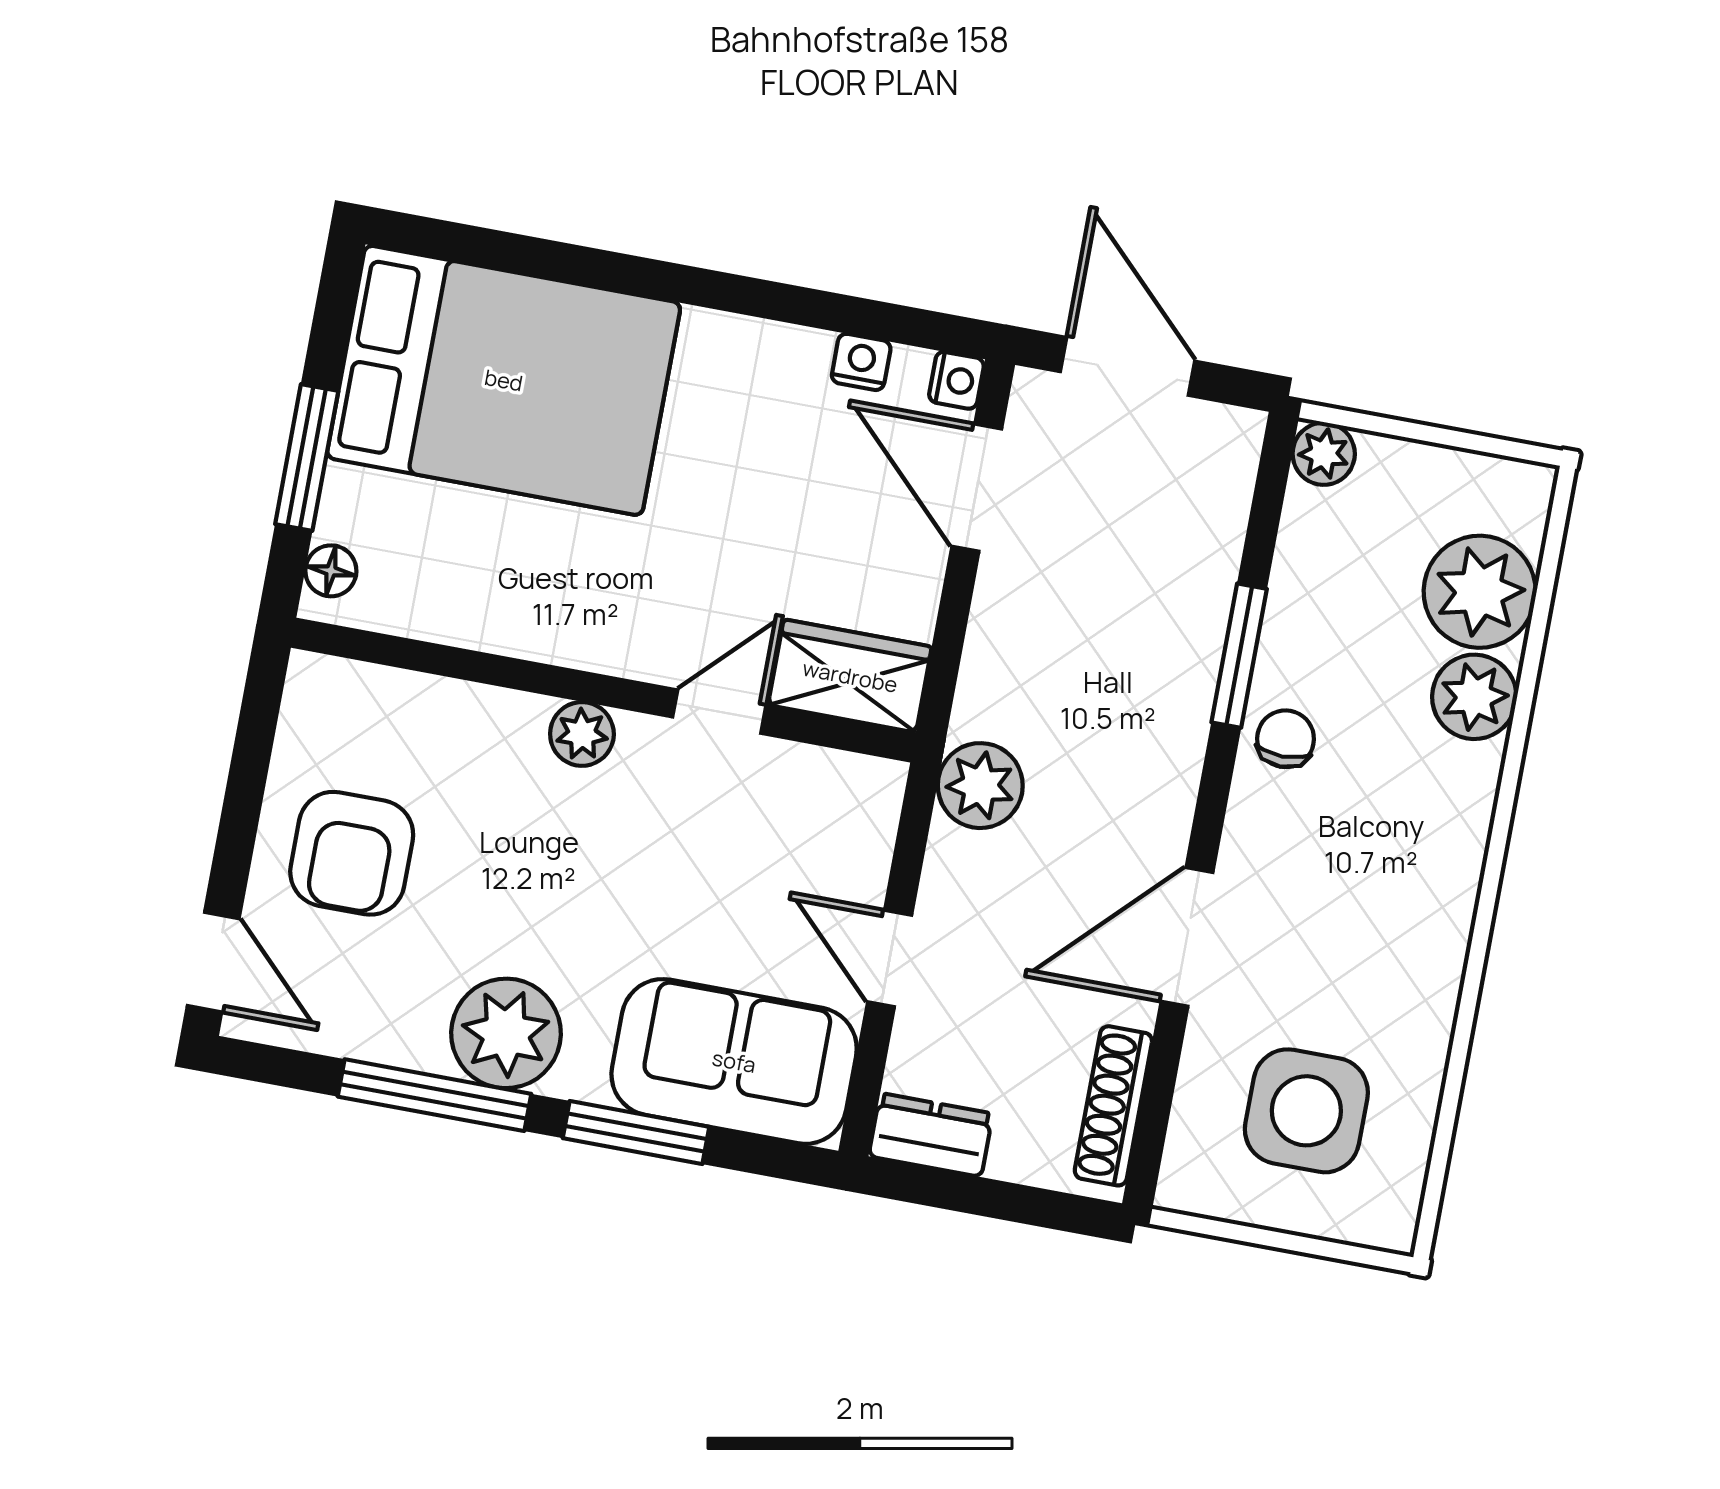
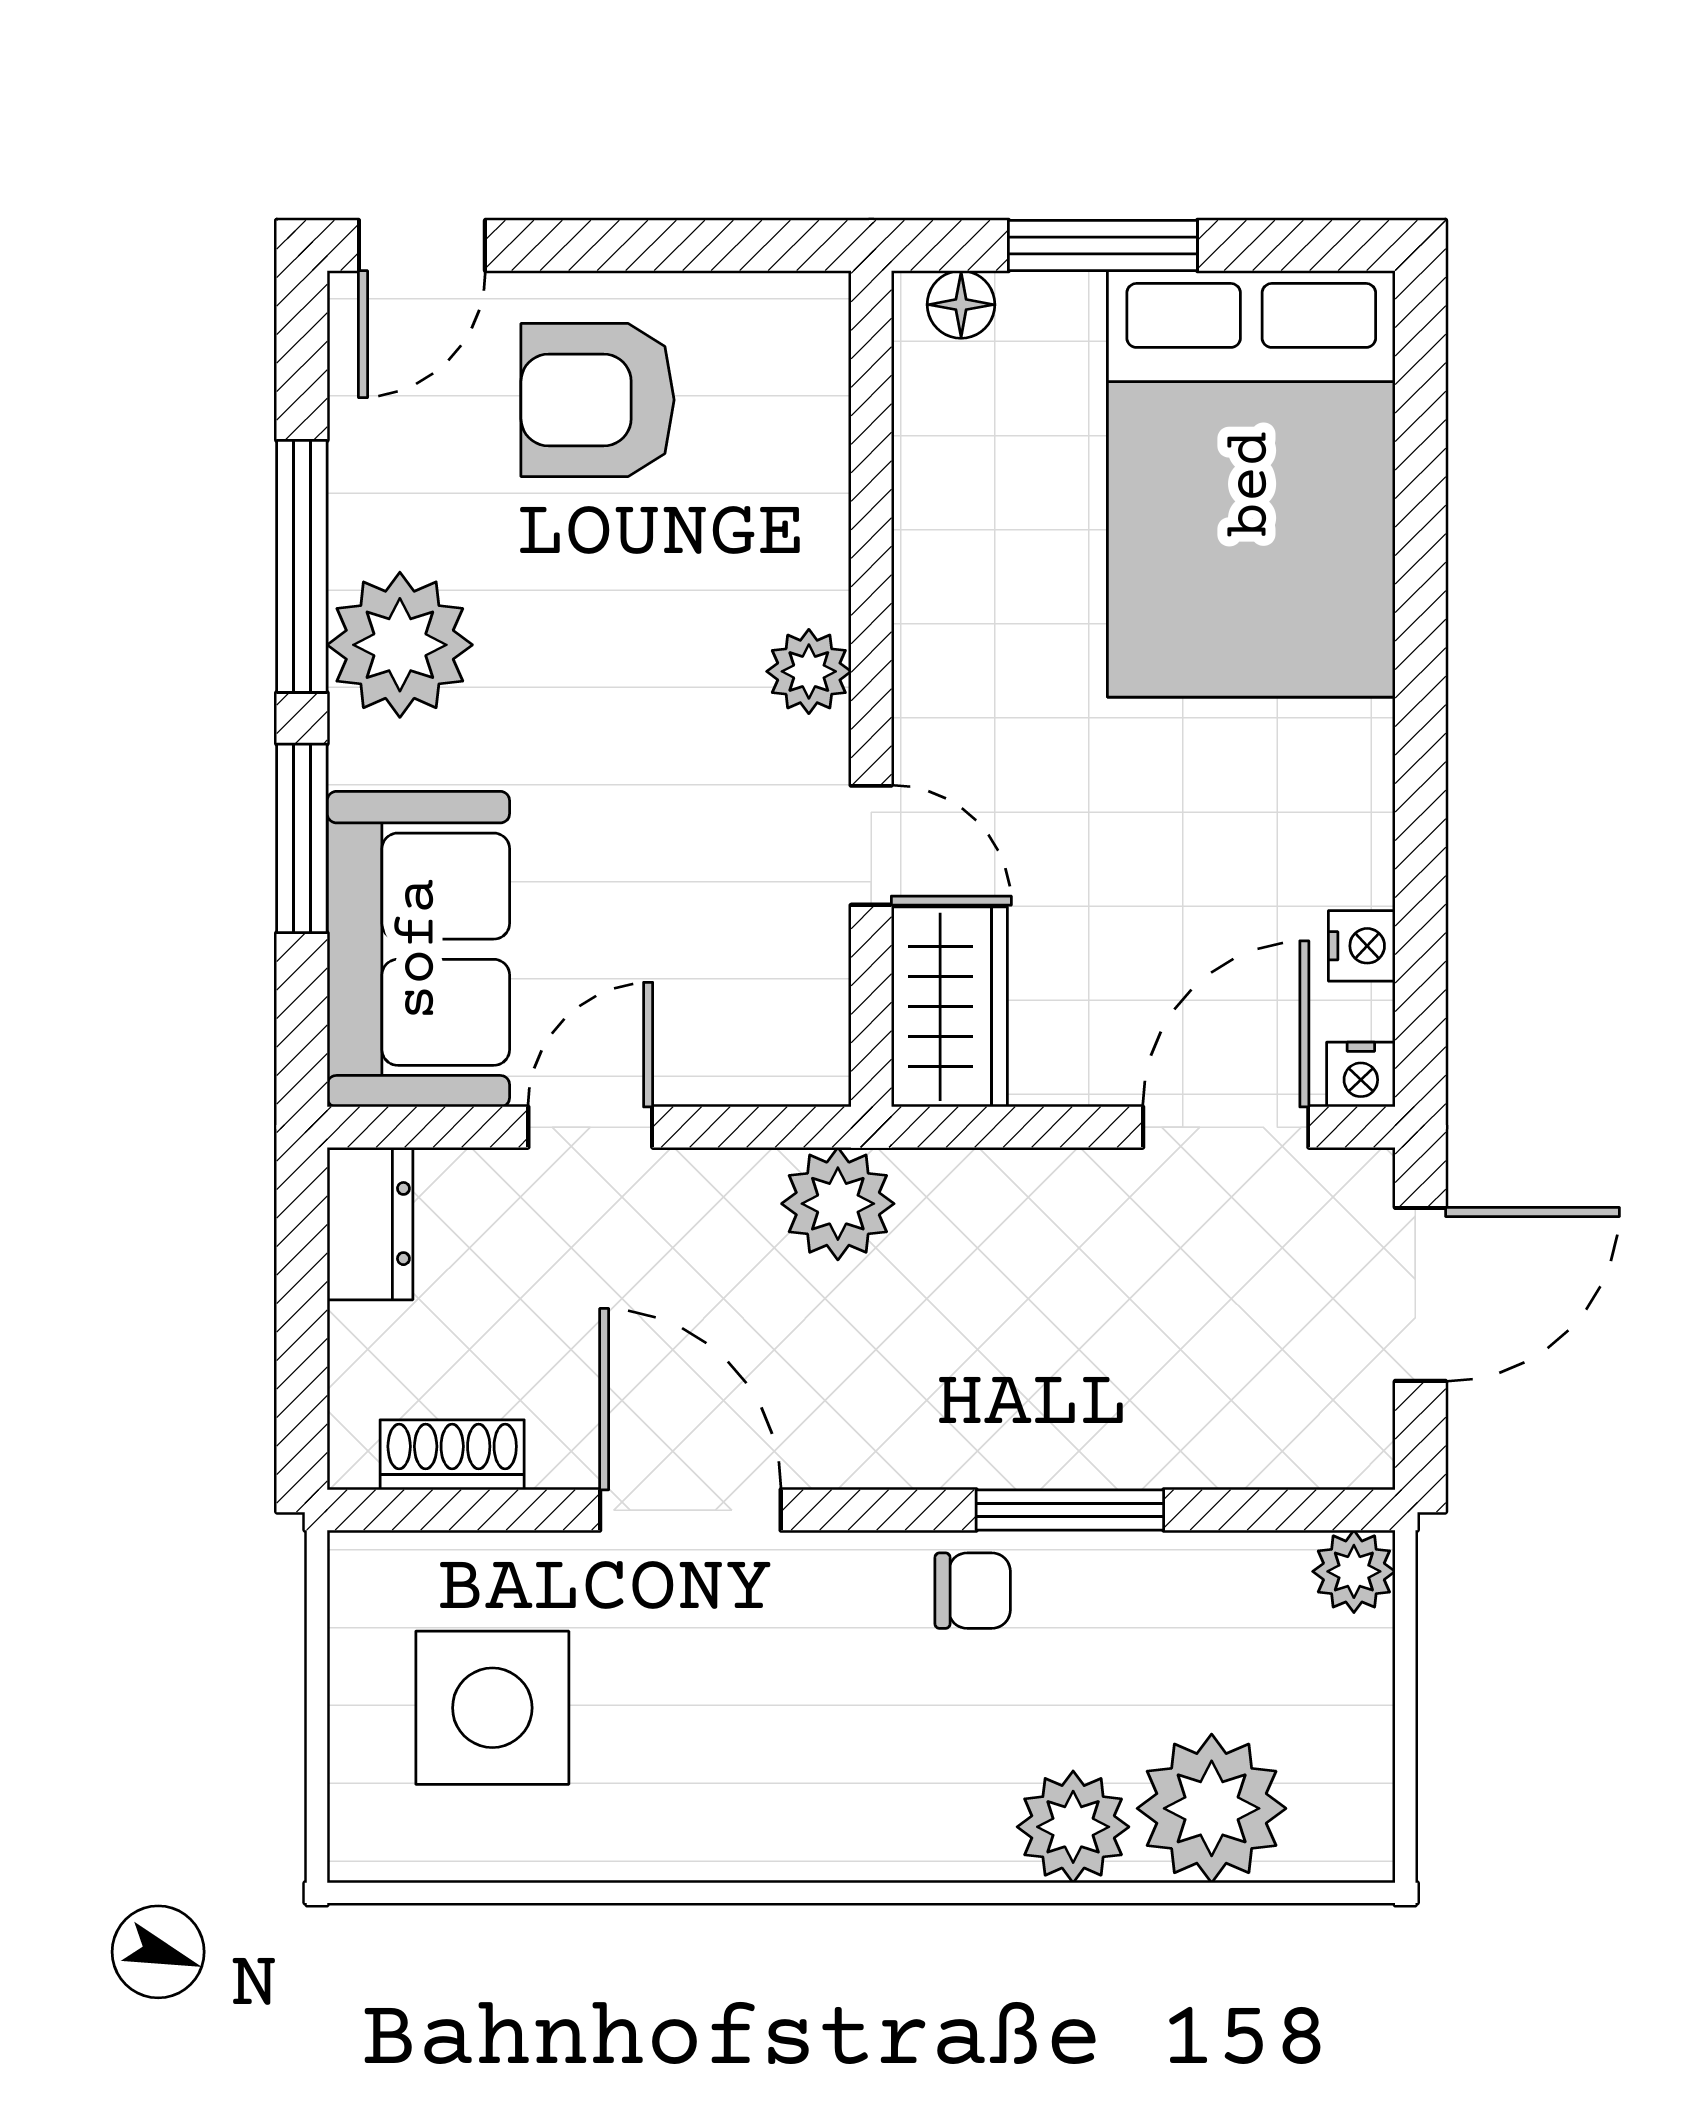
shoe rack: (1113, 1106) -> (452, 1455), width x0.70

